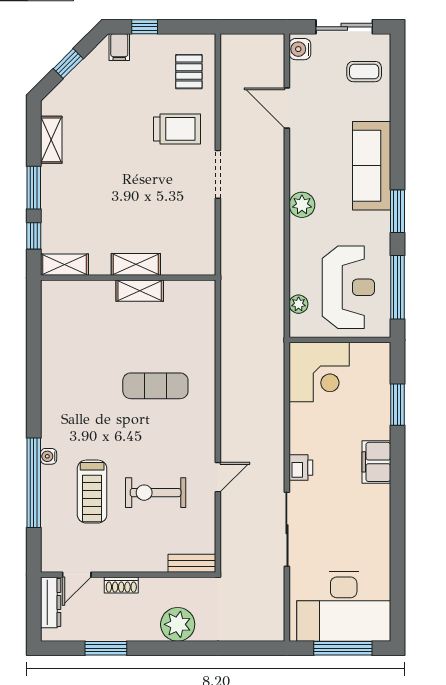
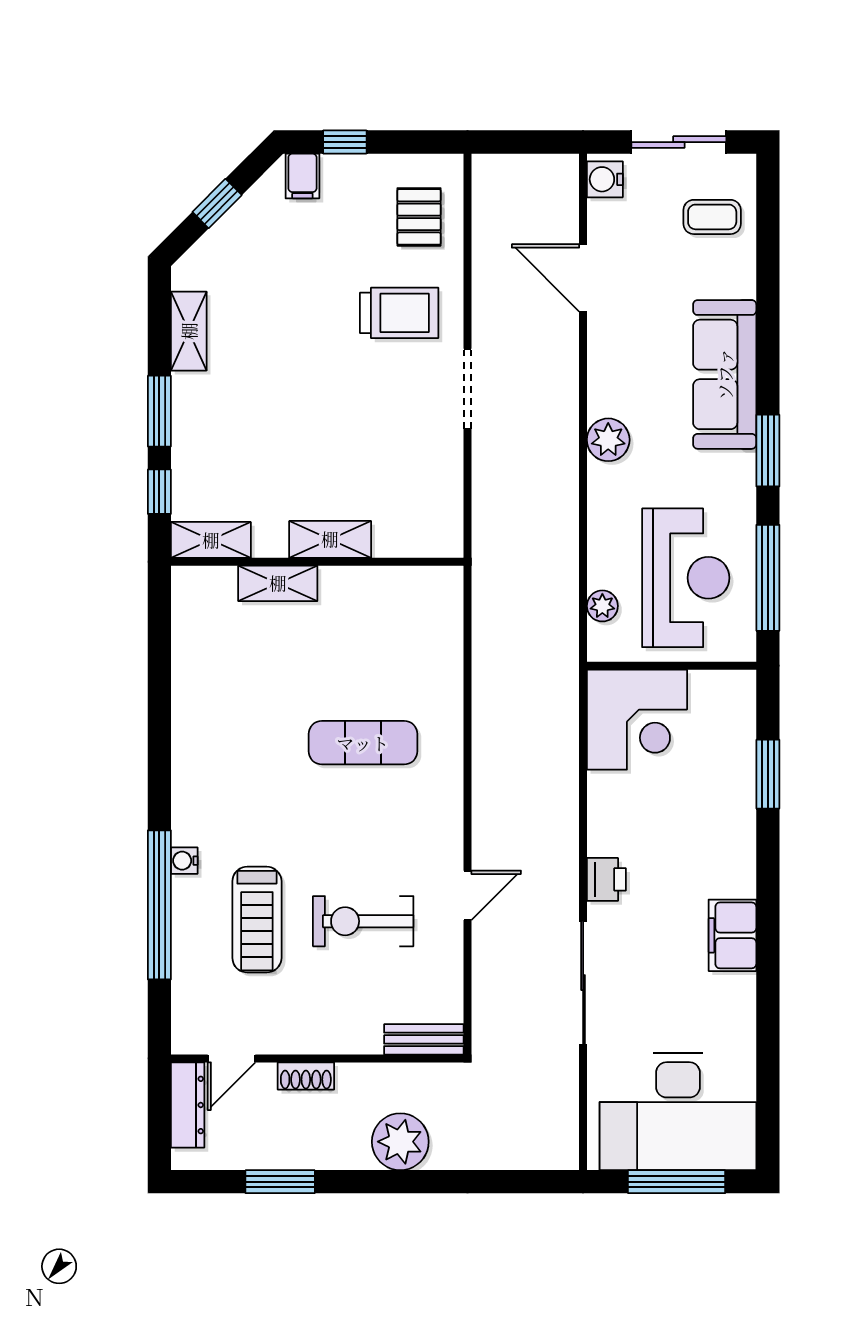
shelving: (140, 291) -> (278, 583), moved
filing cabinet: (376, 462) -> (732, 935), moved

